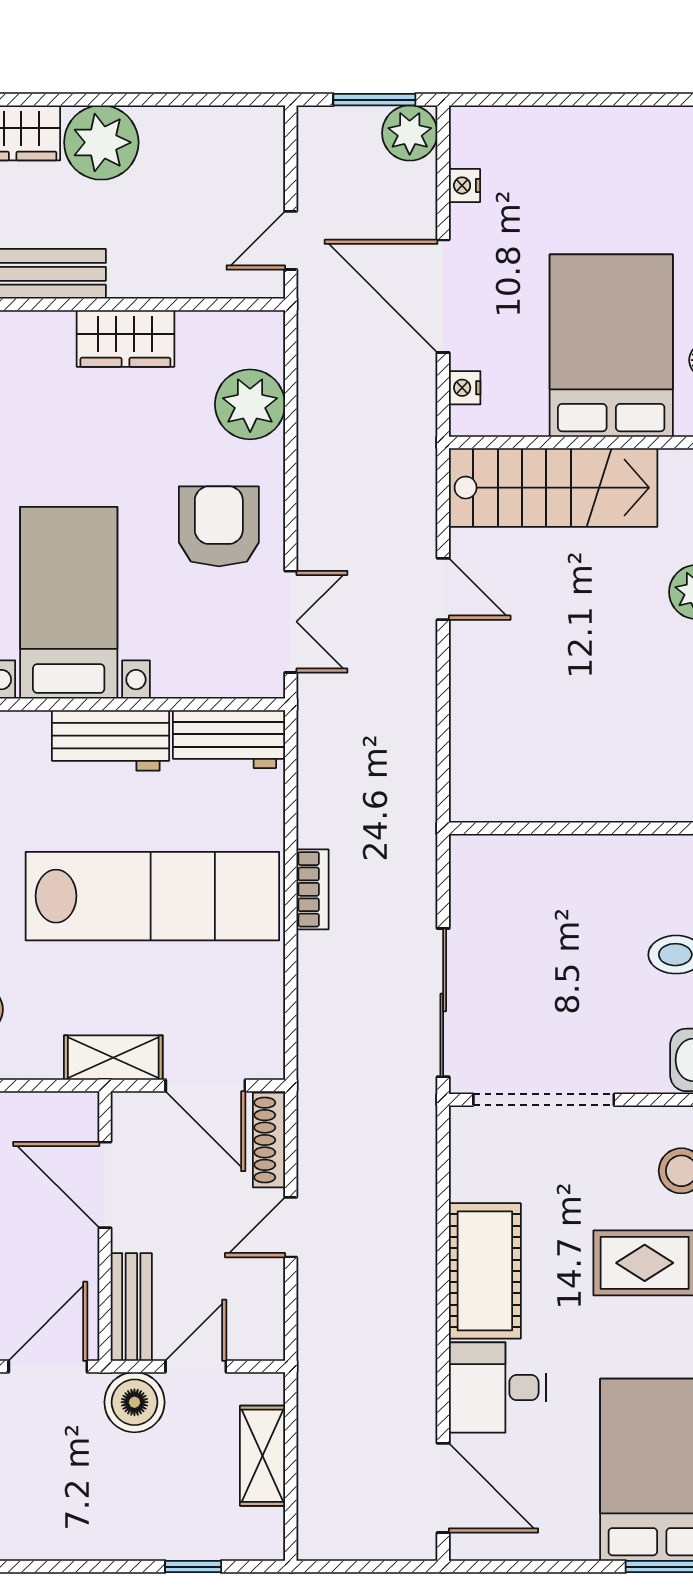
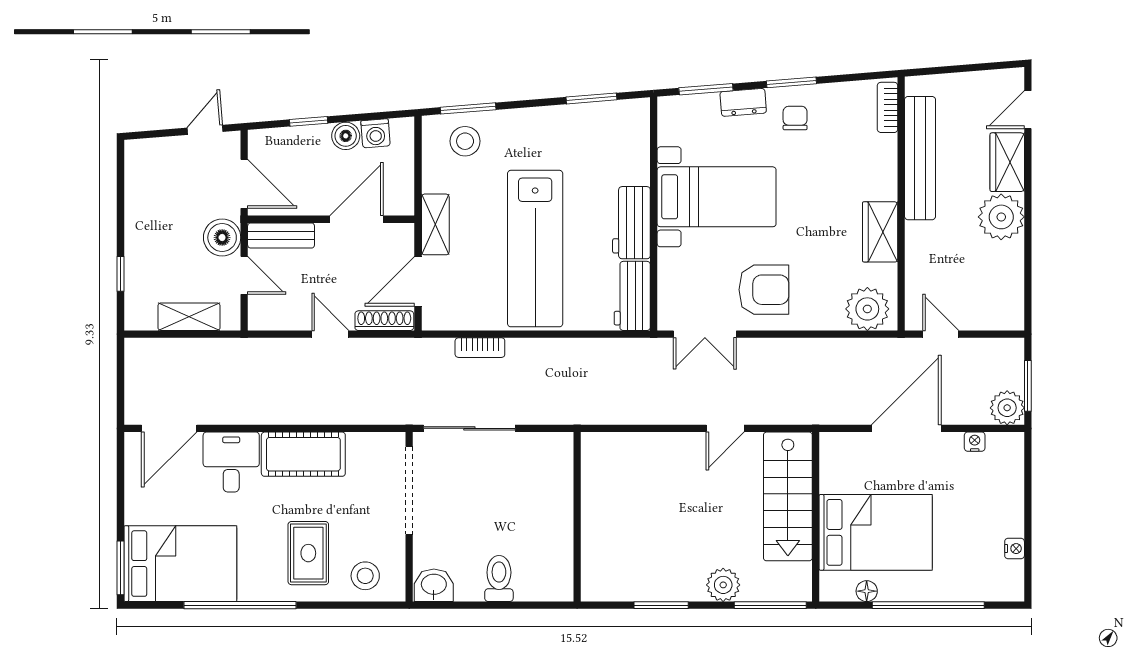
nightstand: (465, 388) -> (1015, 549), moved, turned 90
plant: (250, 404) -> (867, 309), moved
bookcase: (312, 889) -> (480, 348), moved

